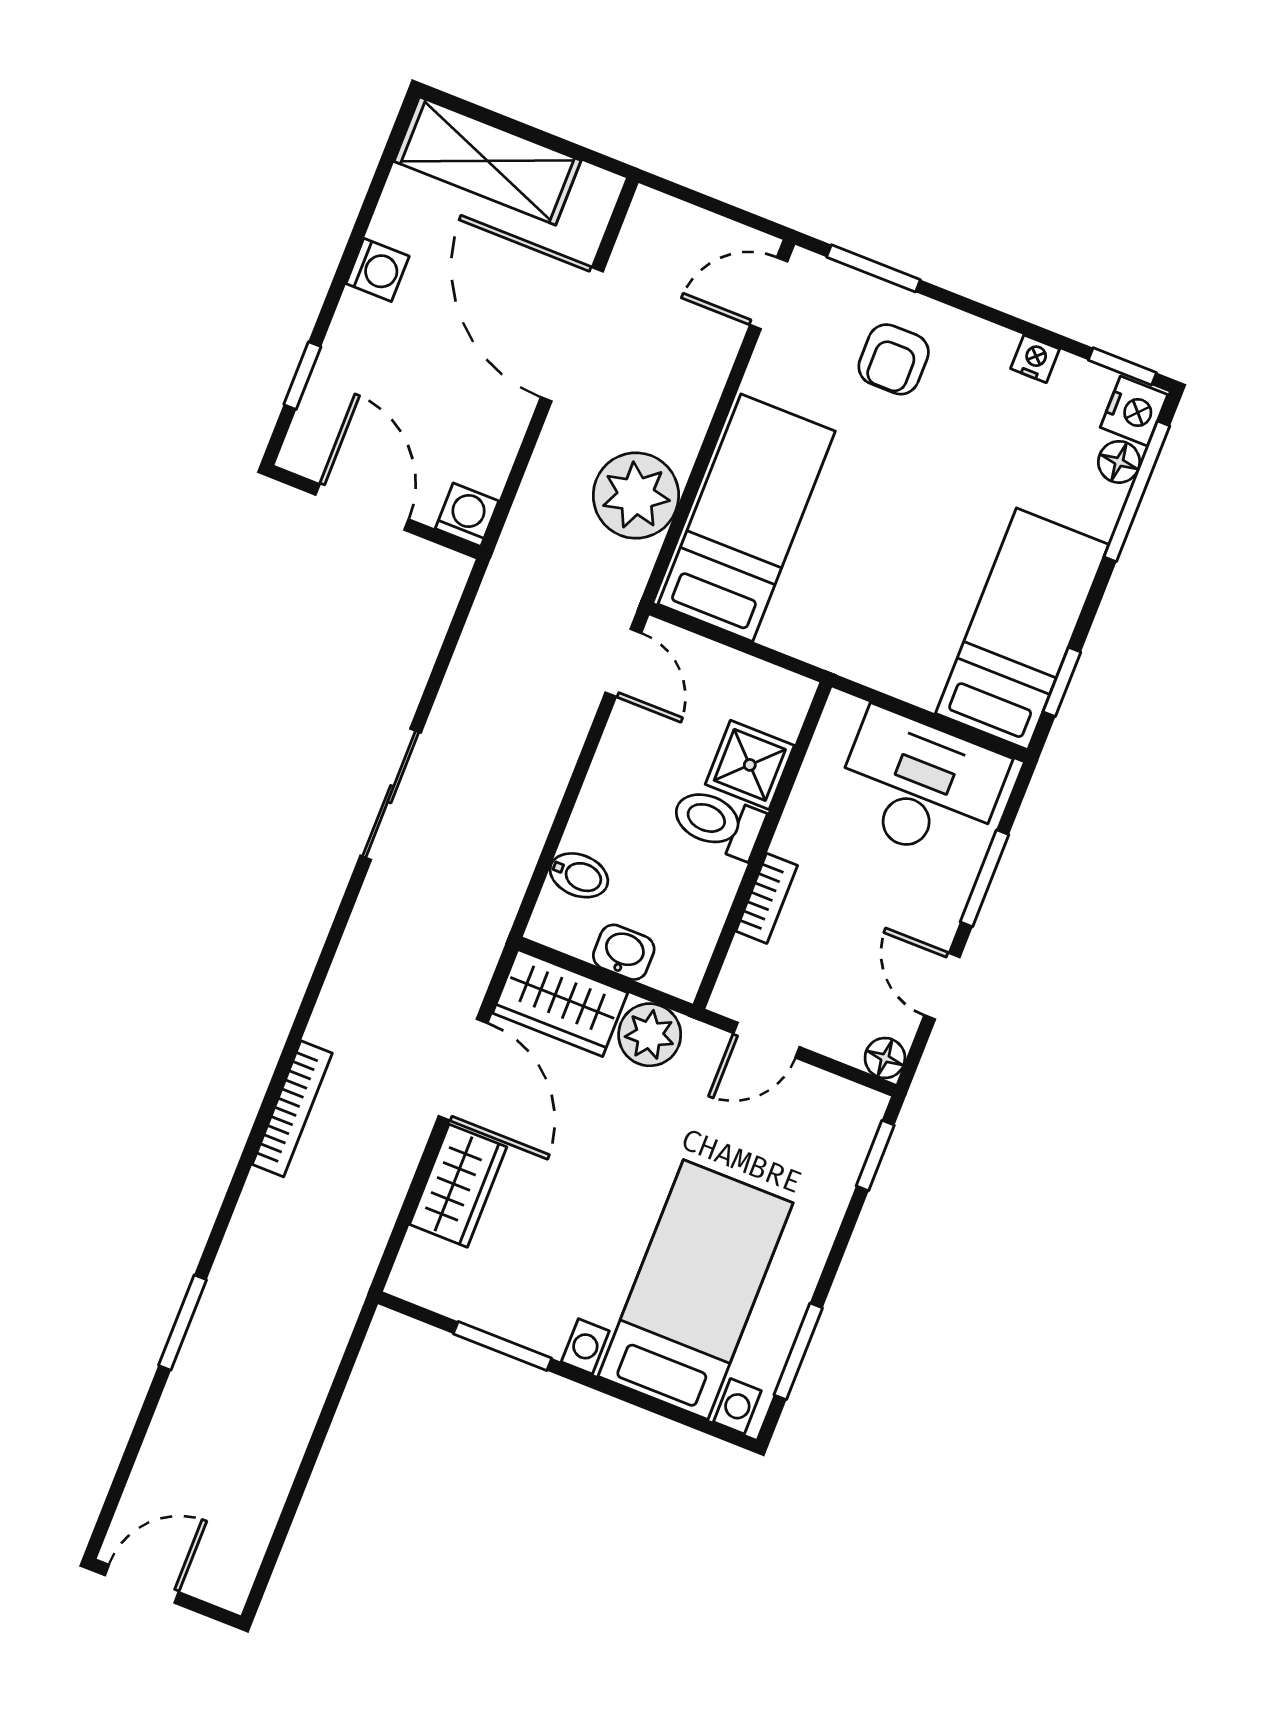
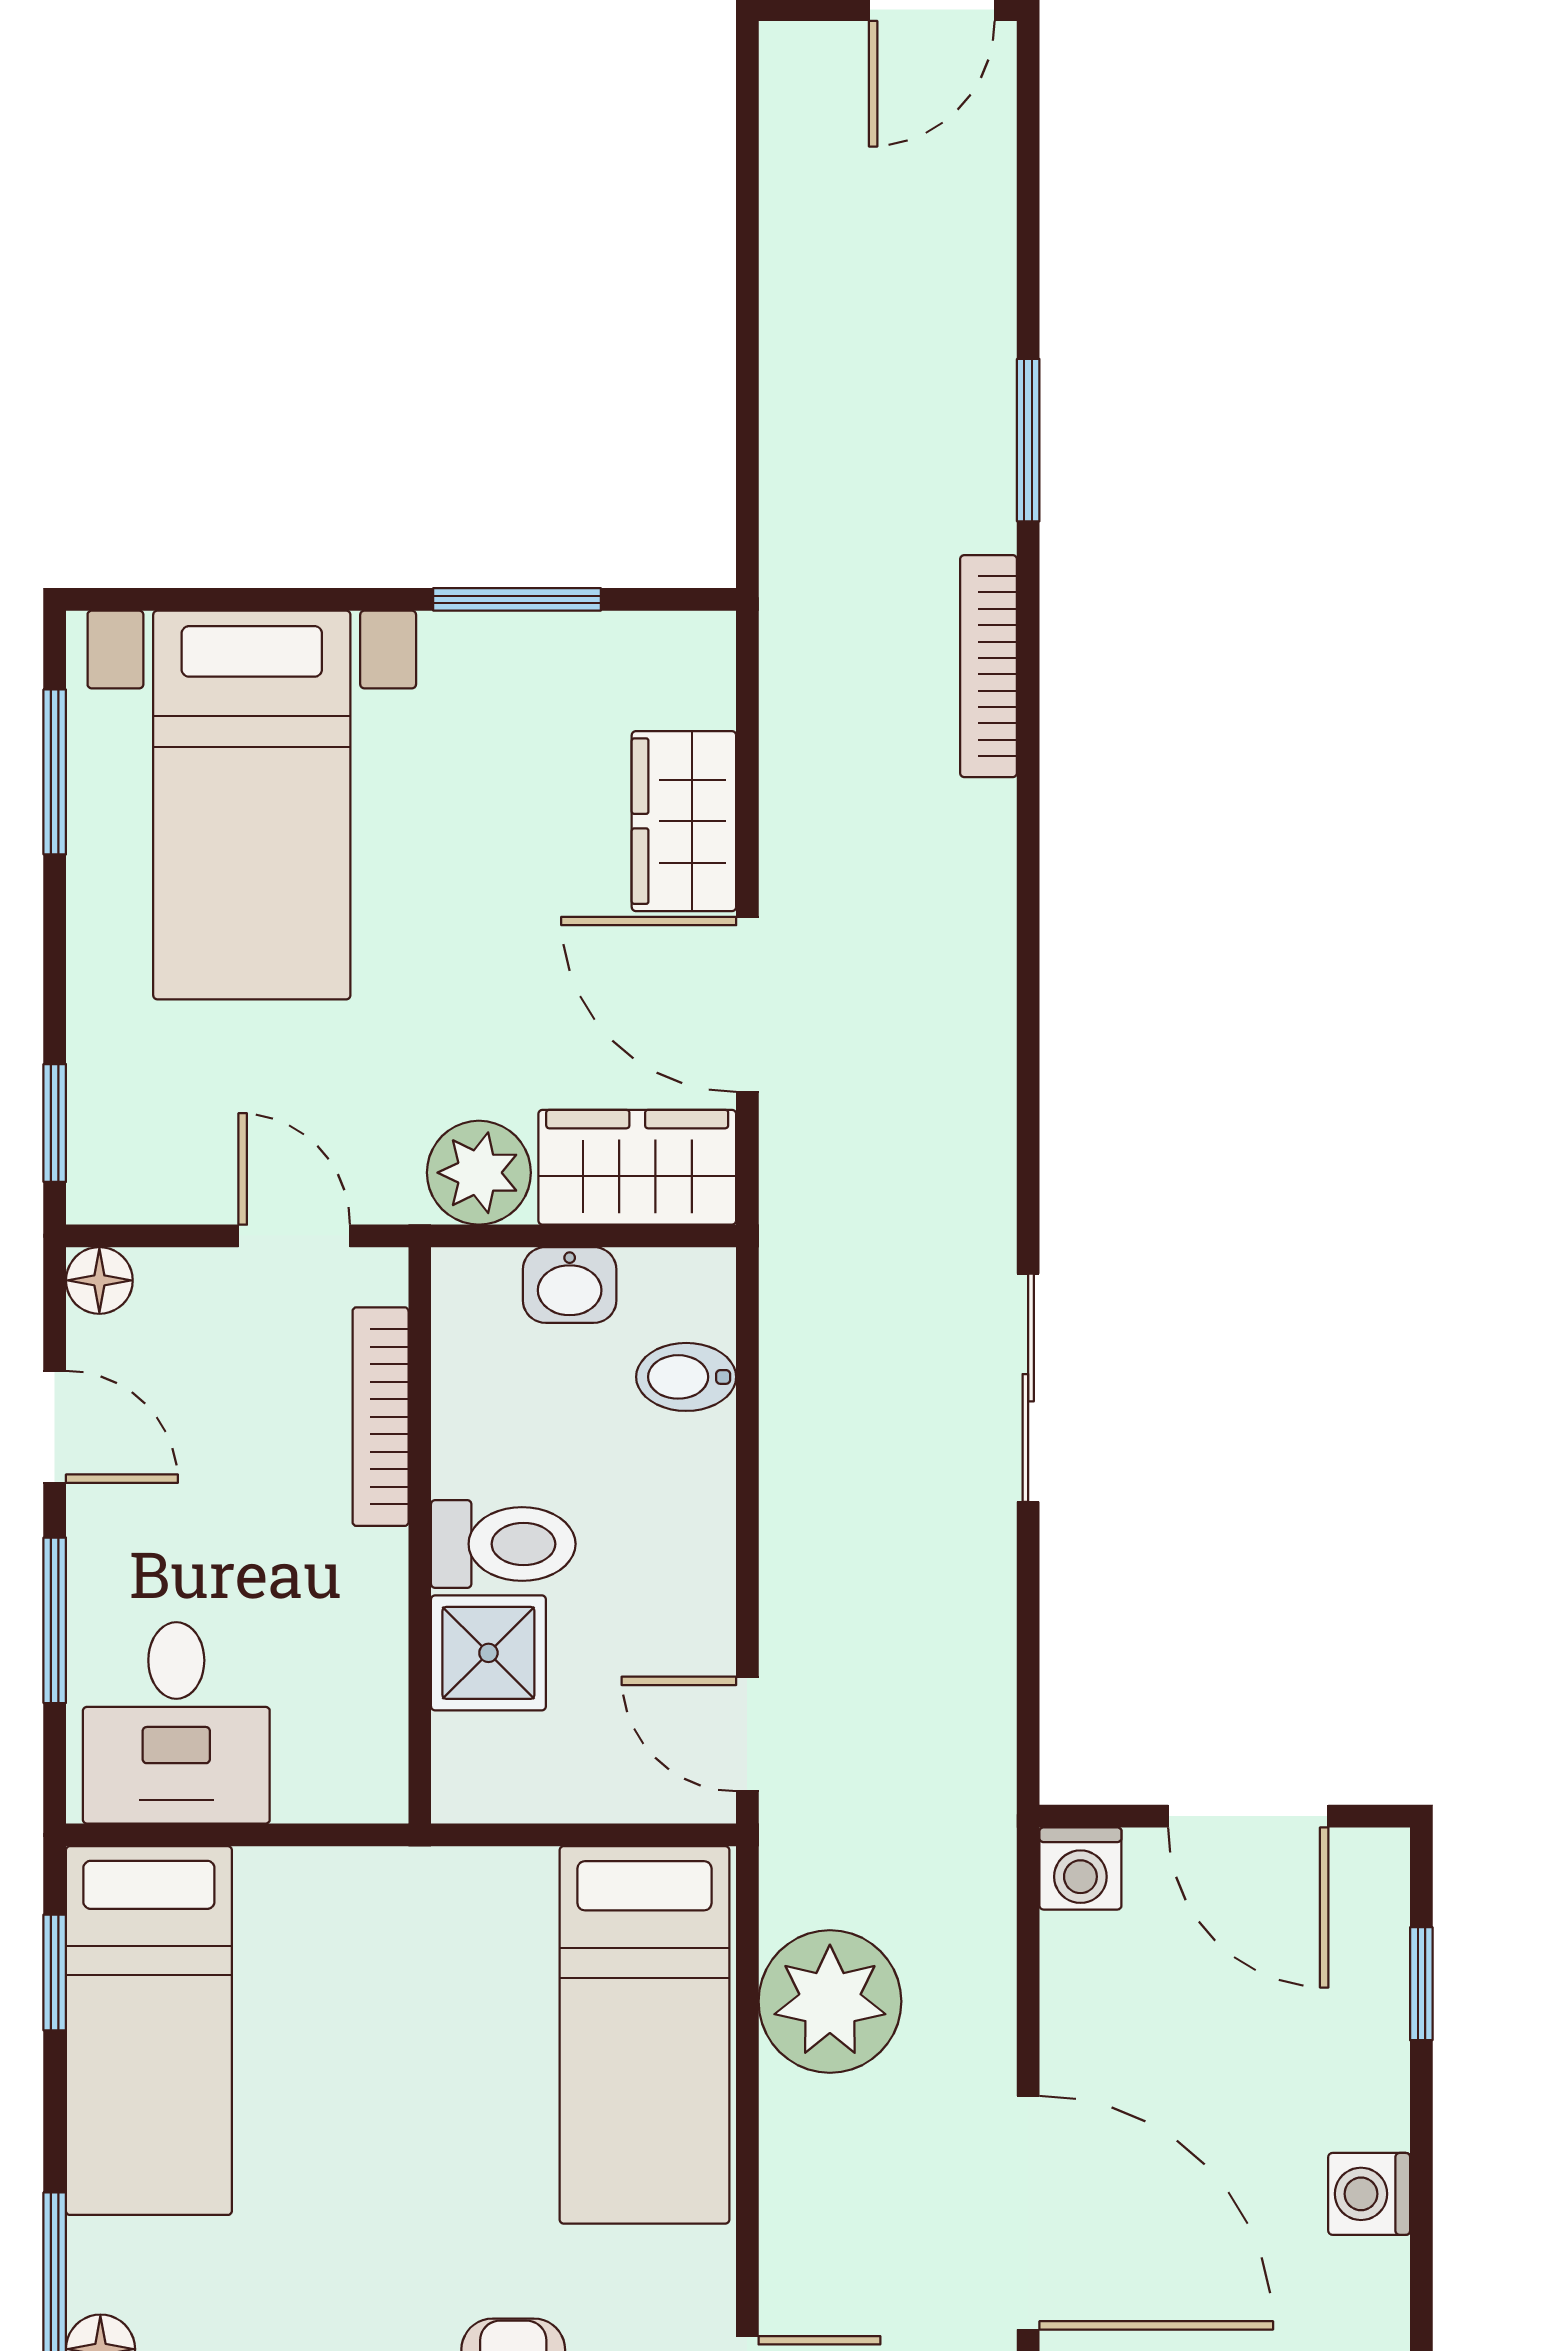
desk: (920, 787) -> (176, 1723), width x0.73
bookcase: (767, 898) -> (381, 1417), width x1.56
door: (767, 1040) -> (294, 1236), hinge flipped
bookcase: (292, 1109) -> (989, 666), moved

